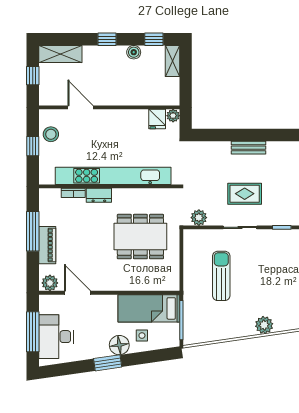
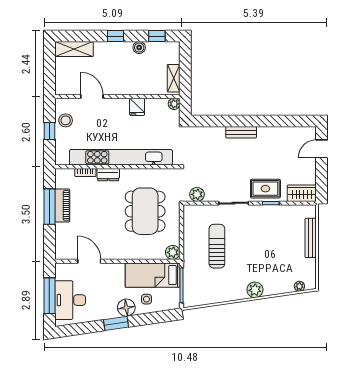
shelving: (172, 61) -> (174, 78), moved
window: (33, 76) -> (49, 68), removed
fridge: (157, 119) -> (137, 107), moved
rug: (245, 194) -> (265, 189), moved
dining table: (140, 237) -> (145, 211), turned 90
piano: (47, 245) -> (62, 205), moved
plant: (50, 283) -> (173, 252), moved

